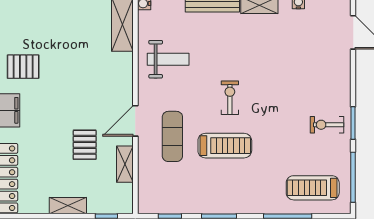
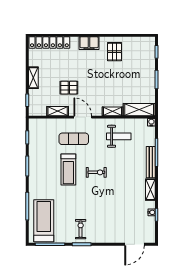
weight bench: (168, 59) -> (119, 136), turned -90
shelving: (125, 70) -> (113, 111), added
treadmill: (313, 188) -> (44, 221), width x1.37, depth x1.38

